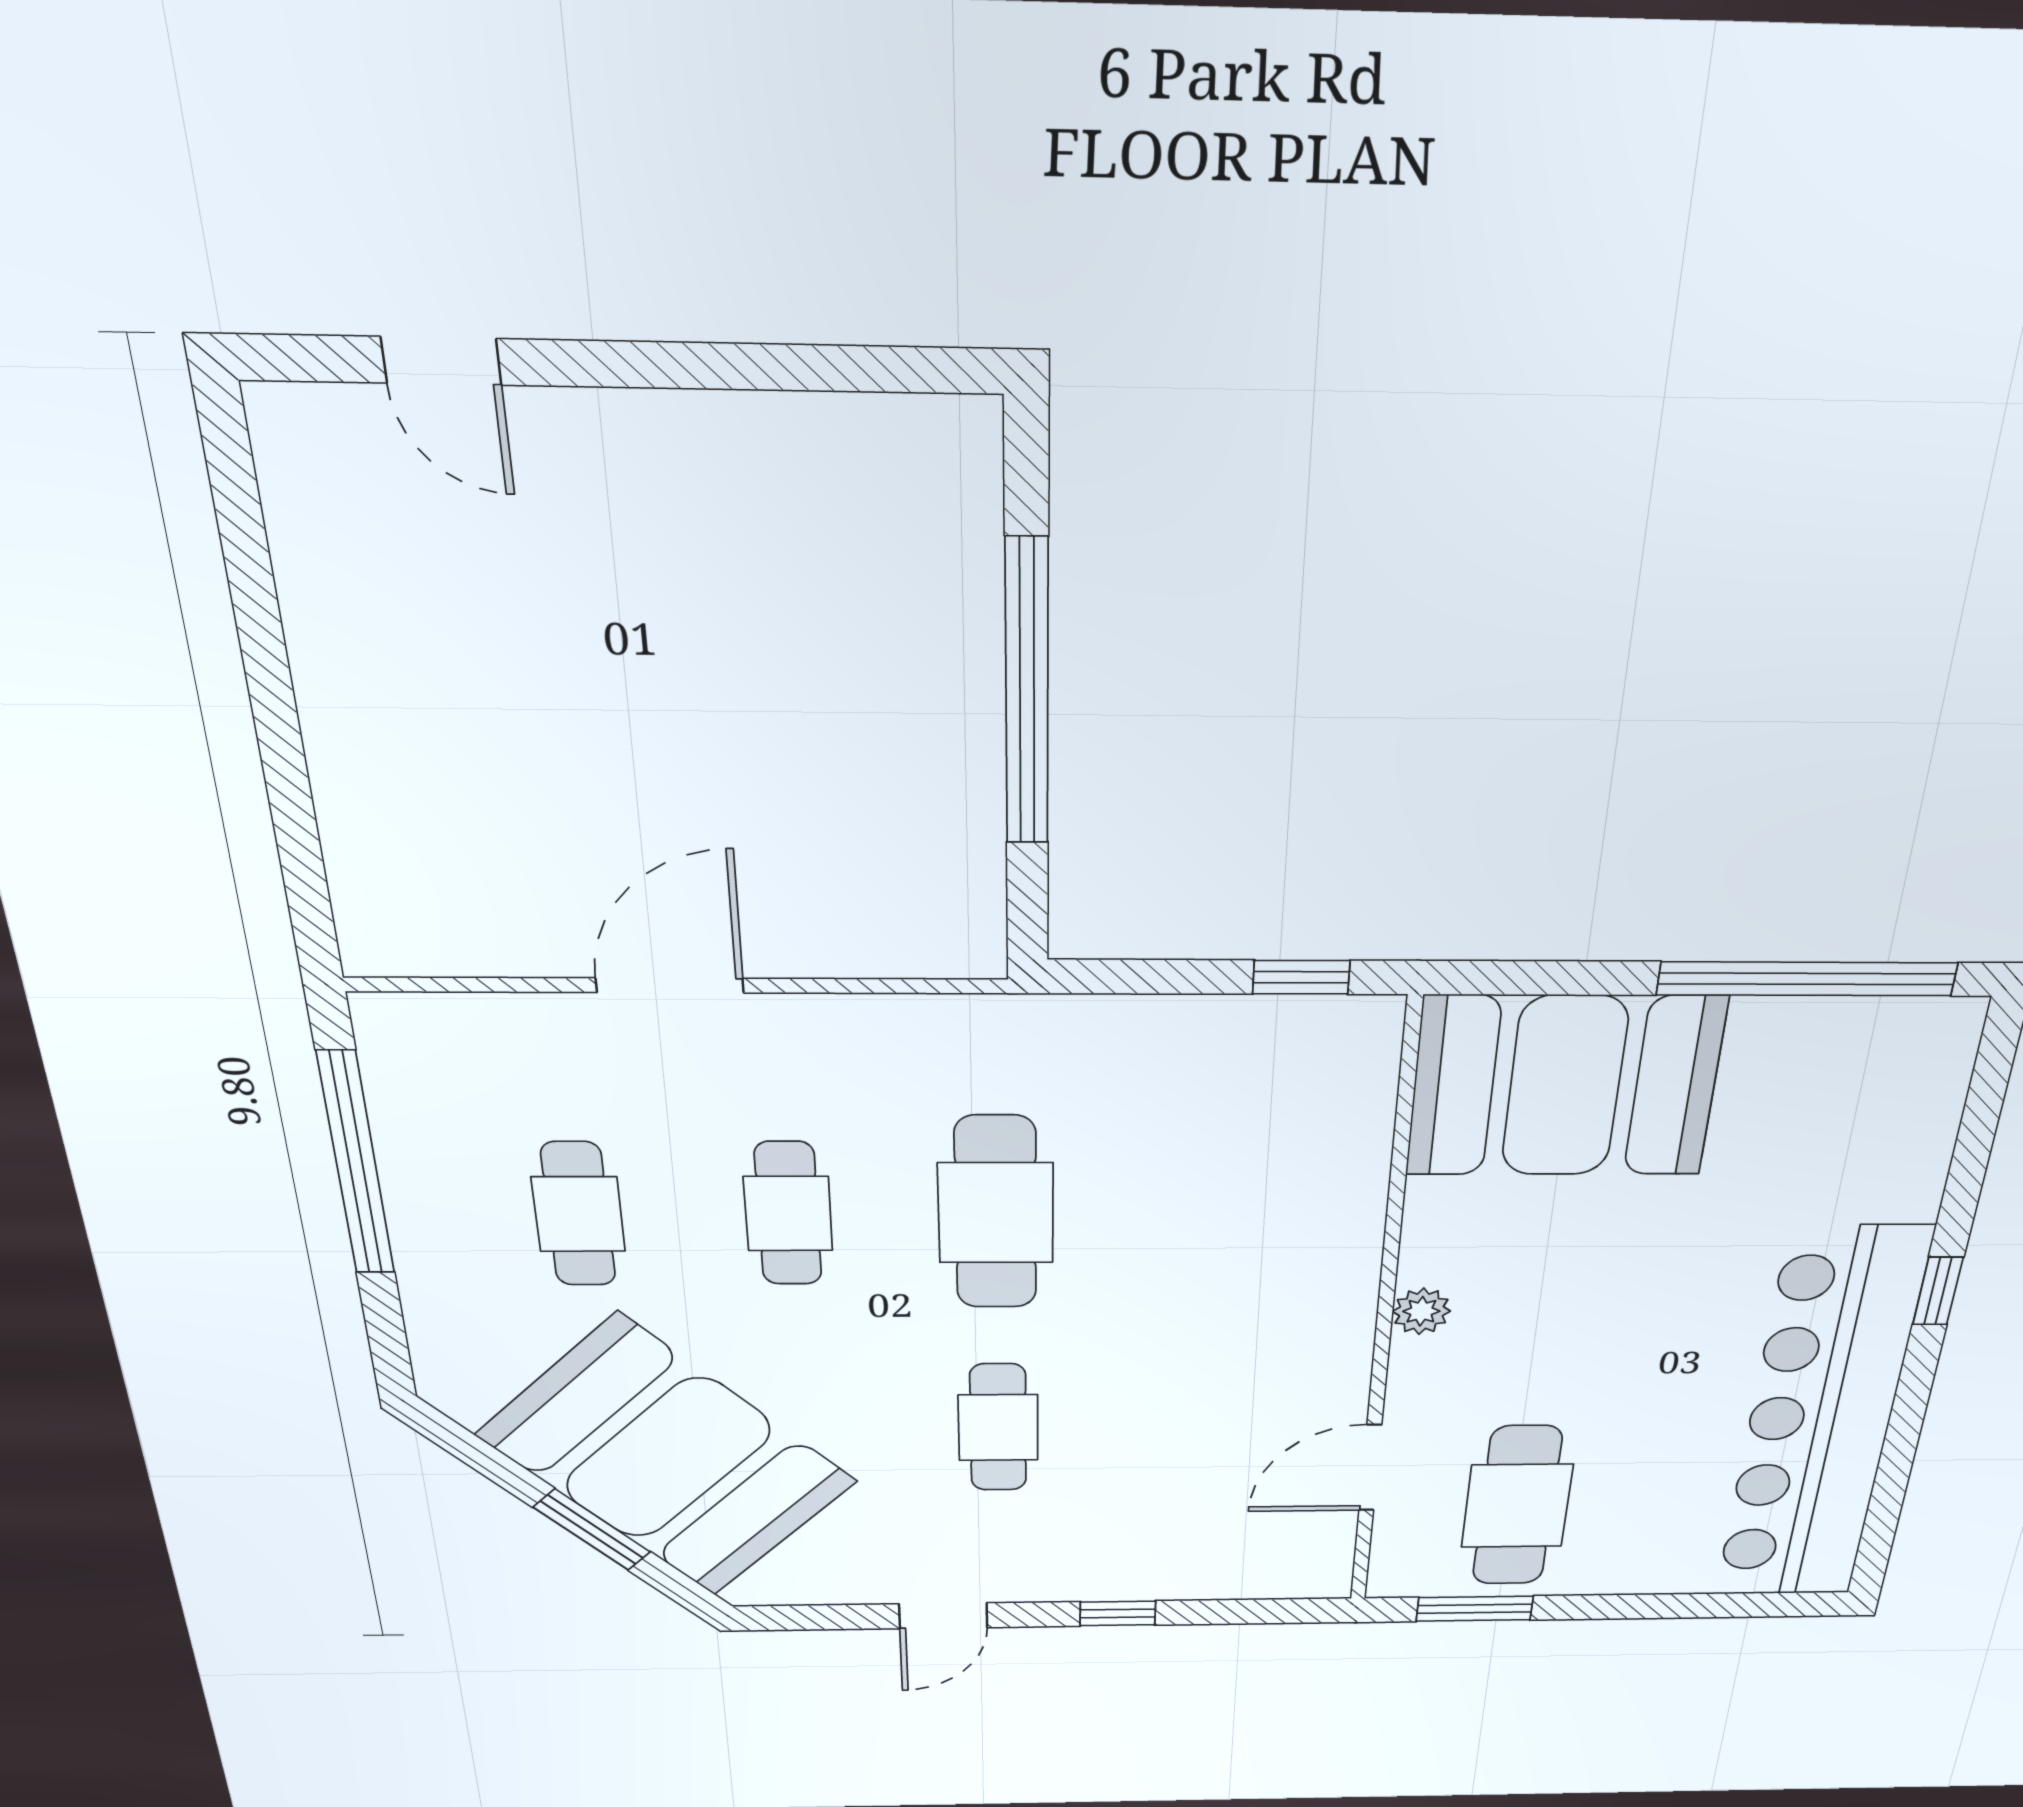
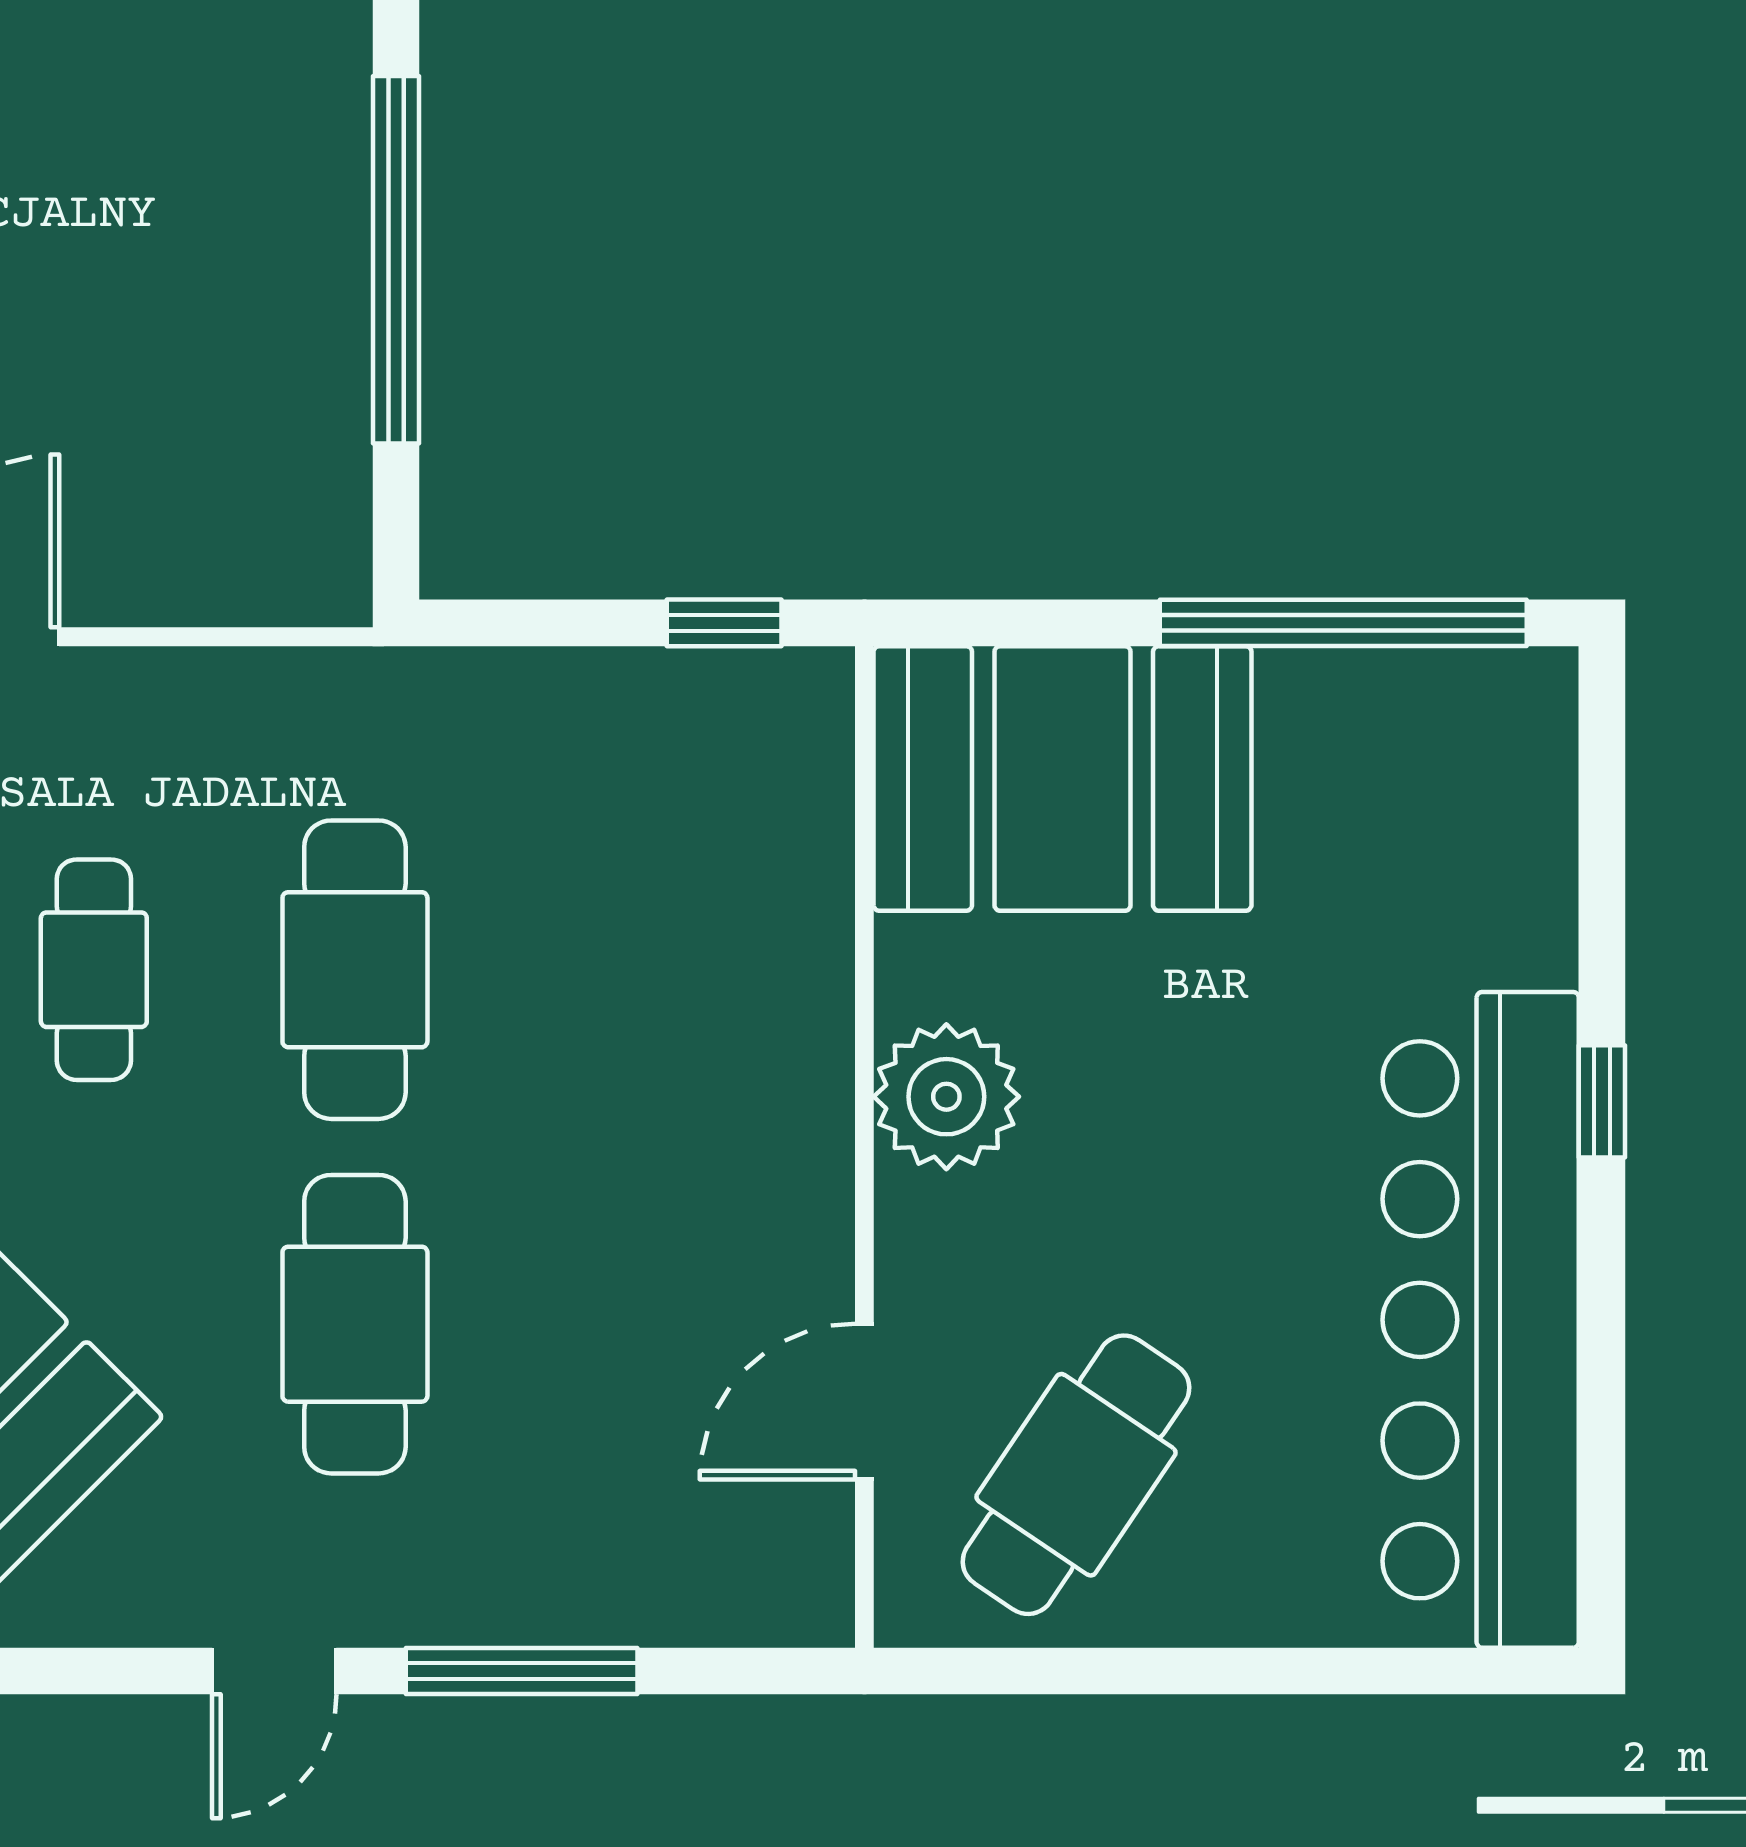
plant: (1421, 1311) -> (946, 1097), width x1.87, depth x1.87
cafe table: (998, 1428) -> (355, 1324), width x1.37, depth x1.35
cafe table: (1517, 1506) -> (1076, 1475), turned 34
window: (1475, 1609) -> (1035, 1671), removed
window: (1118, 1613) -> (522, 1671), width x2.17

